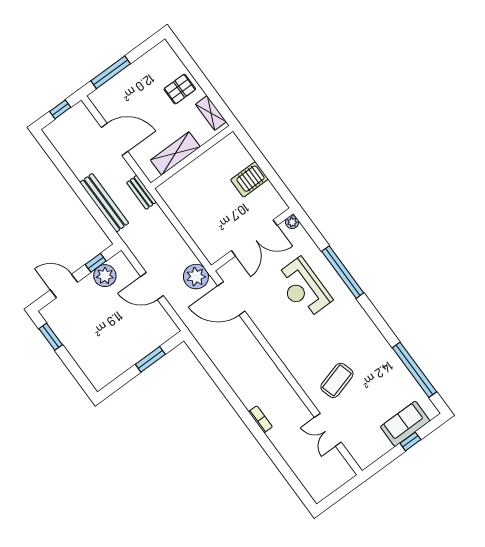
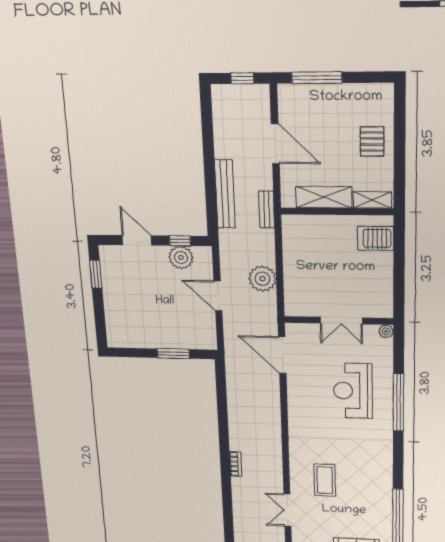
pallet: (180, 89) -> (372, 142), turned 90
shelving: (211, 113) -> (372, 200), moved, turned 90
server rack: (249, 179) -> (376, 238), moved
double door: (254, 238) -> (341, 321), width x0.73
plant: (196, 277) -> (262, 279), moved
coffee table: (337, 380) -> (325, 480), turned -74

